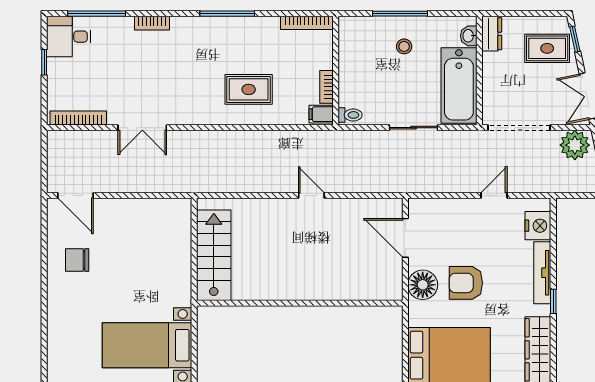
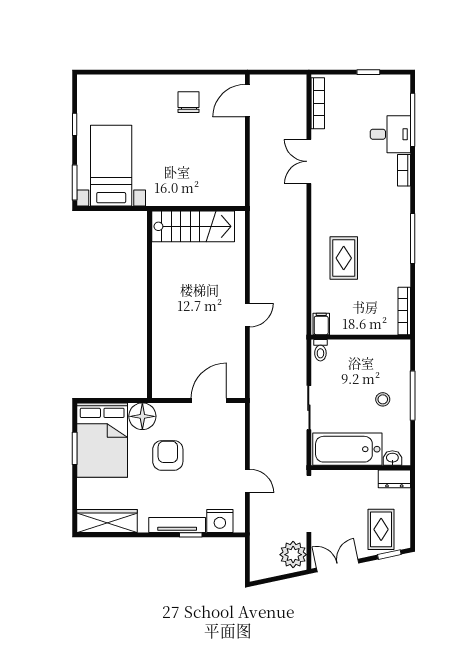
desk: (69, 37) -> (390, 134), moved, turned 90
bookcase: (327, 87) -> (346, 329), removed
floor lamp: (423, 285) -> (142, 416), moved
window: (553, 301) -> (191, 535), moved

